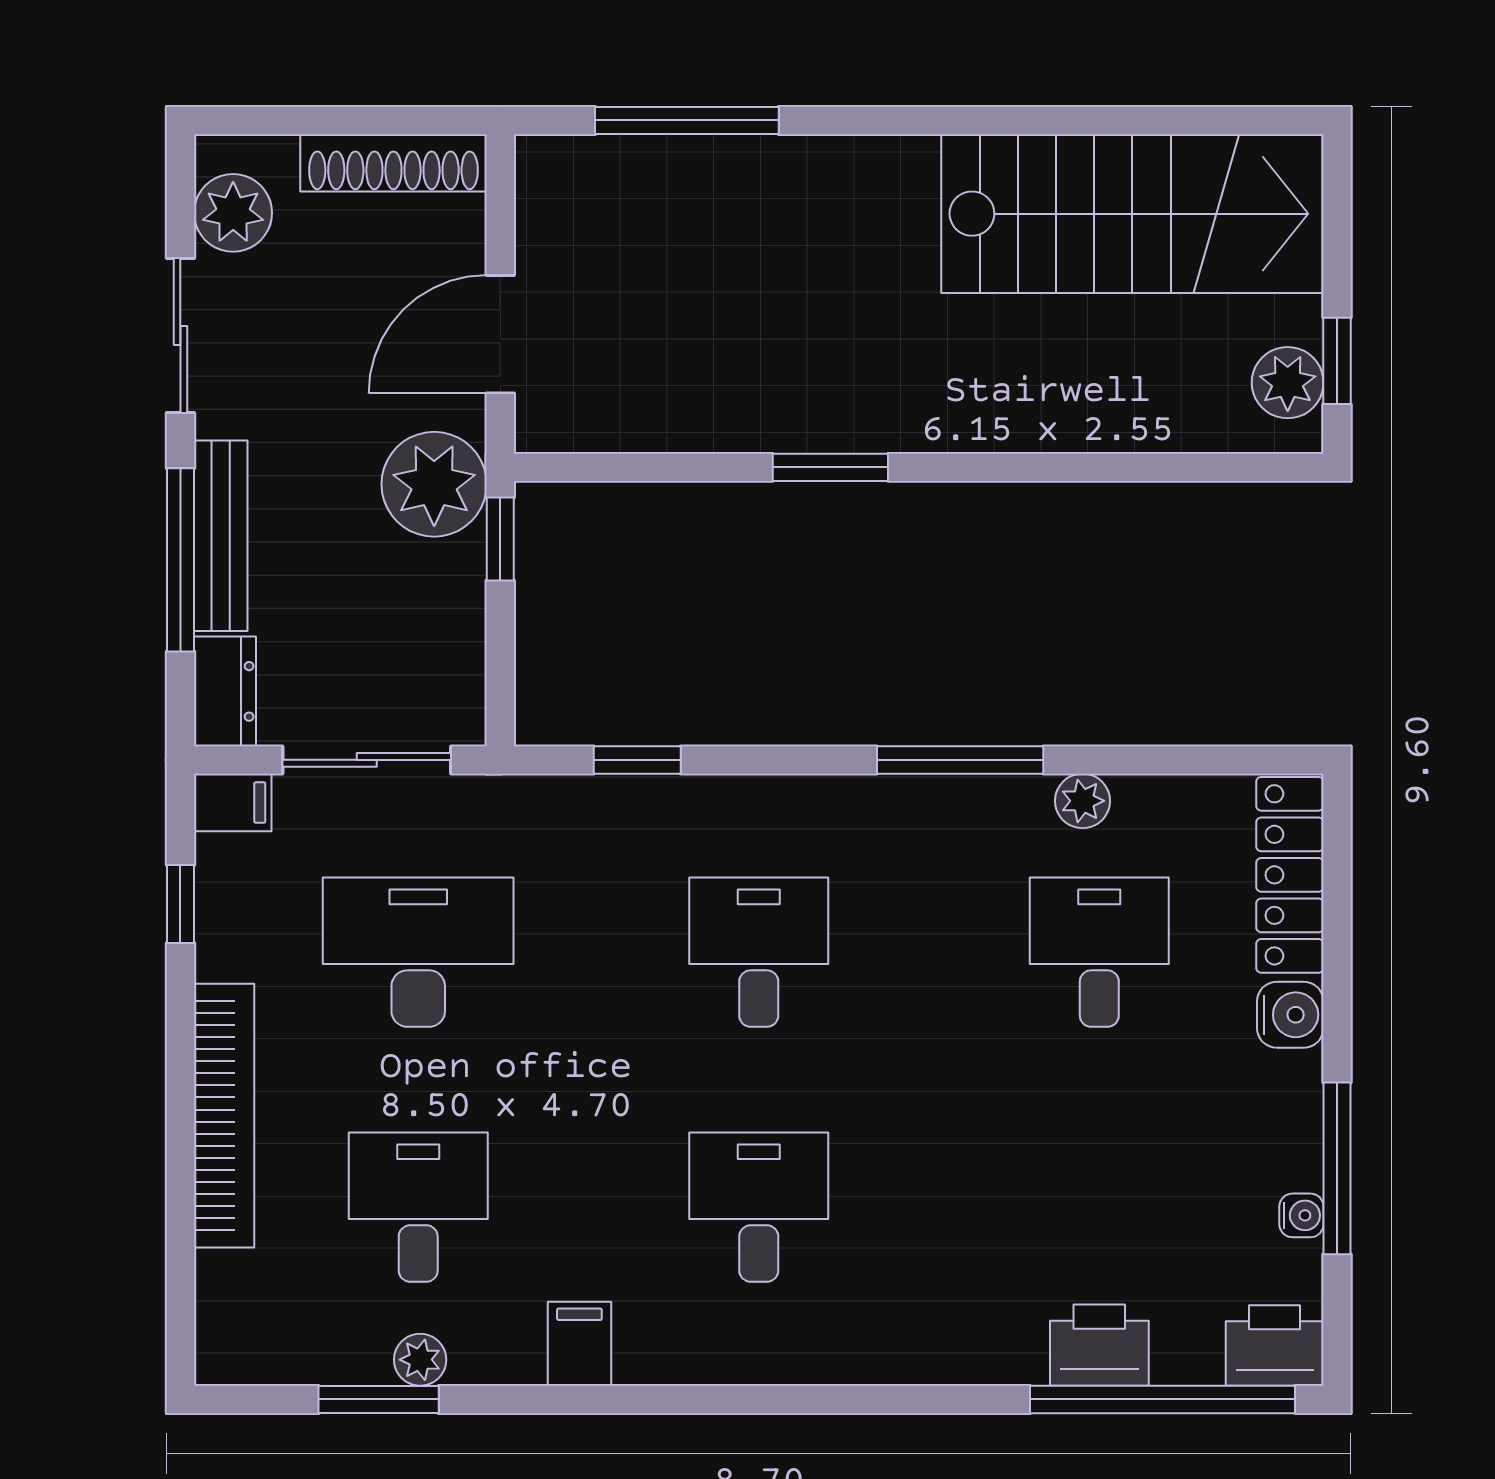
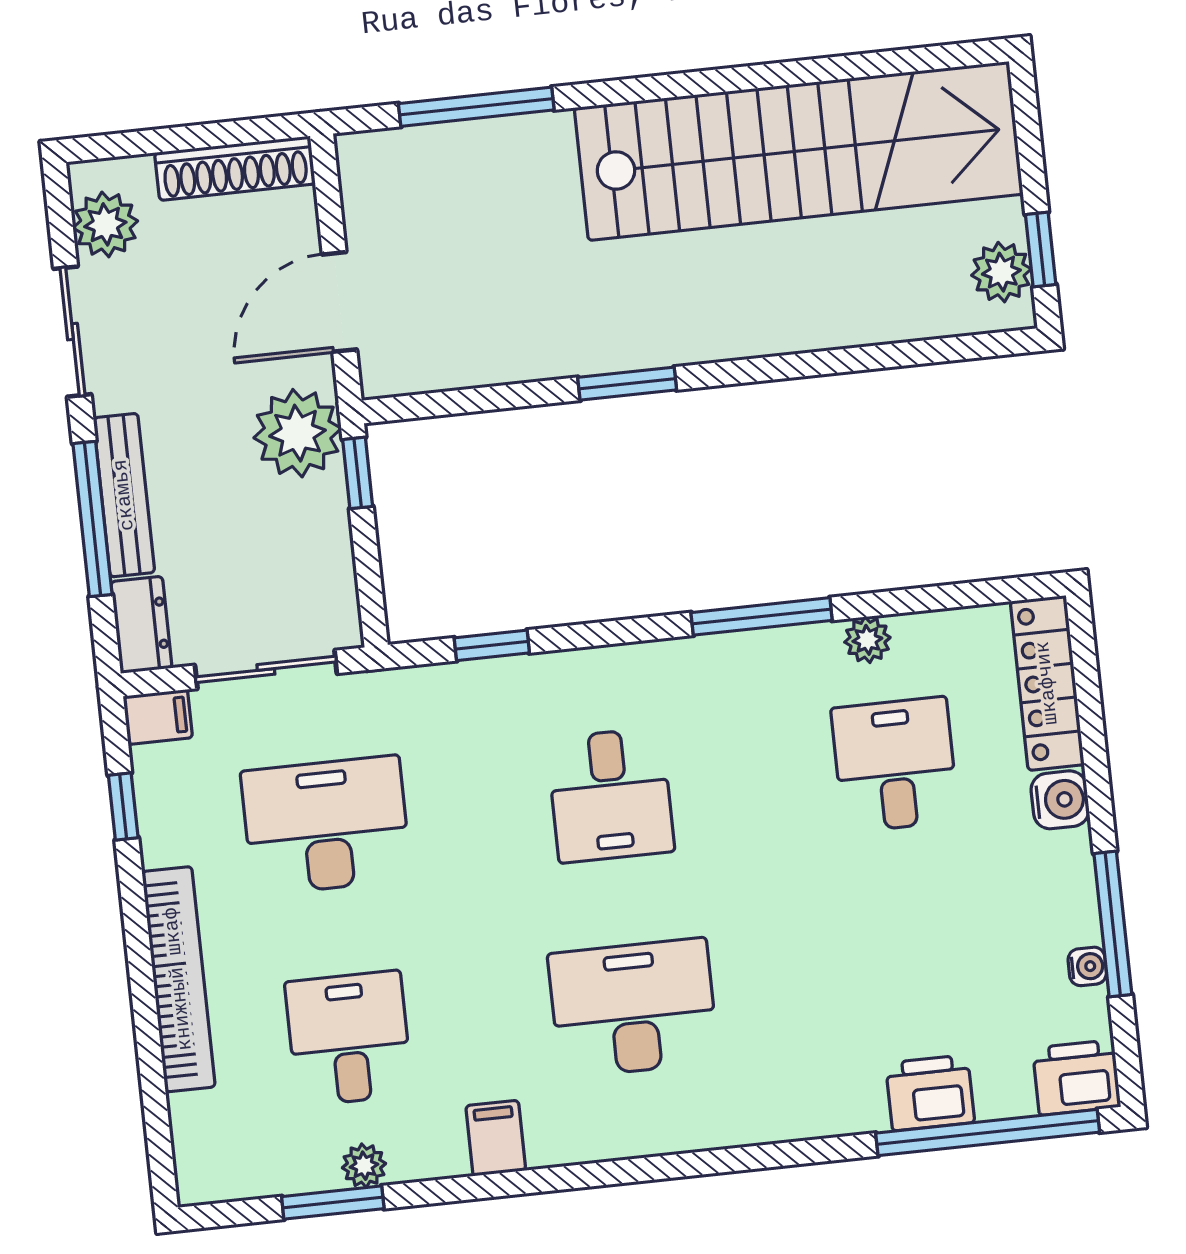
stairs: (1132, 214) -> (799, 151), width x1.36
desk: (759, 952) -> (610, 795), turned 180
desk: (759, 1207) -> (633, 1008), width x1.37

